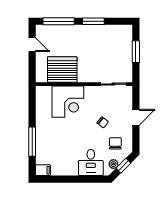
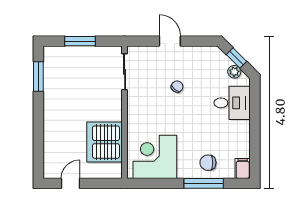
window: (59, 21) -> (38, 147), removed
window: (93, 21) -> (38, 76), moved
corner desk: (68, 102) -> (155, 157), moved, turned -90
chair: (115, 143) -> (208, 163), moved

